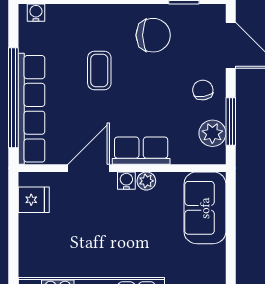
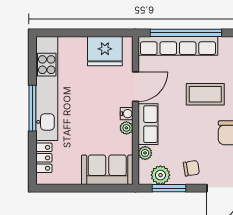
coffee table: (99, 71) -> (205, 94), width x1.36, depth x1.30
plant: (181, 155) -> (145, 153), added
door: (89, 168) -> (136, 87), hinge flipped
fridge: (34, 200) -> (105, 51), width x1.88, depth x1.34

